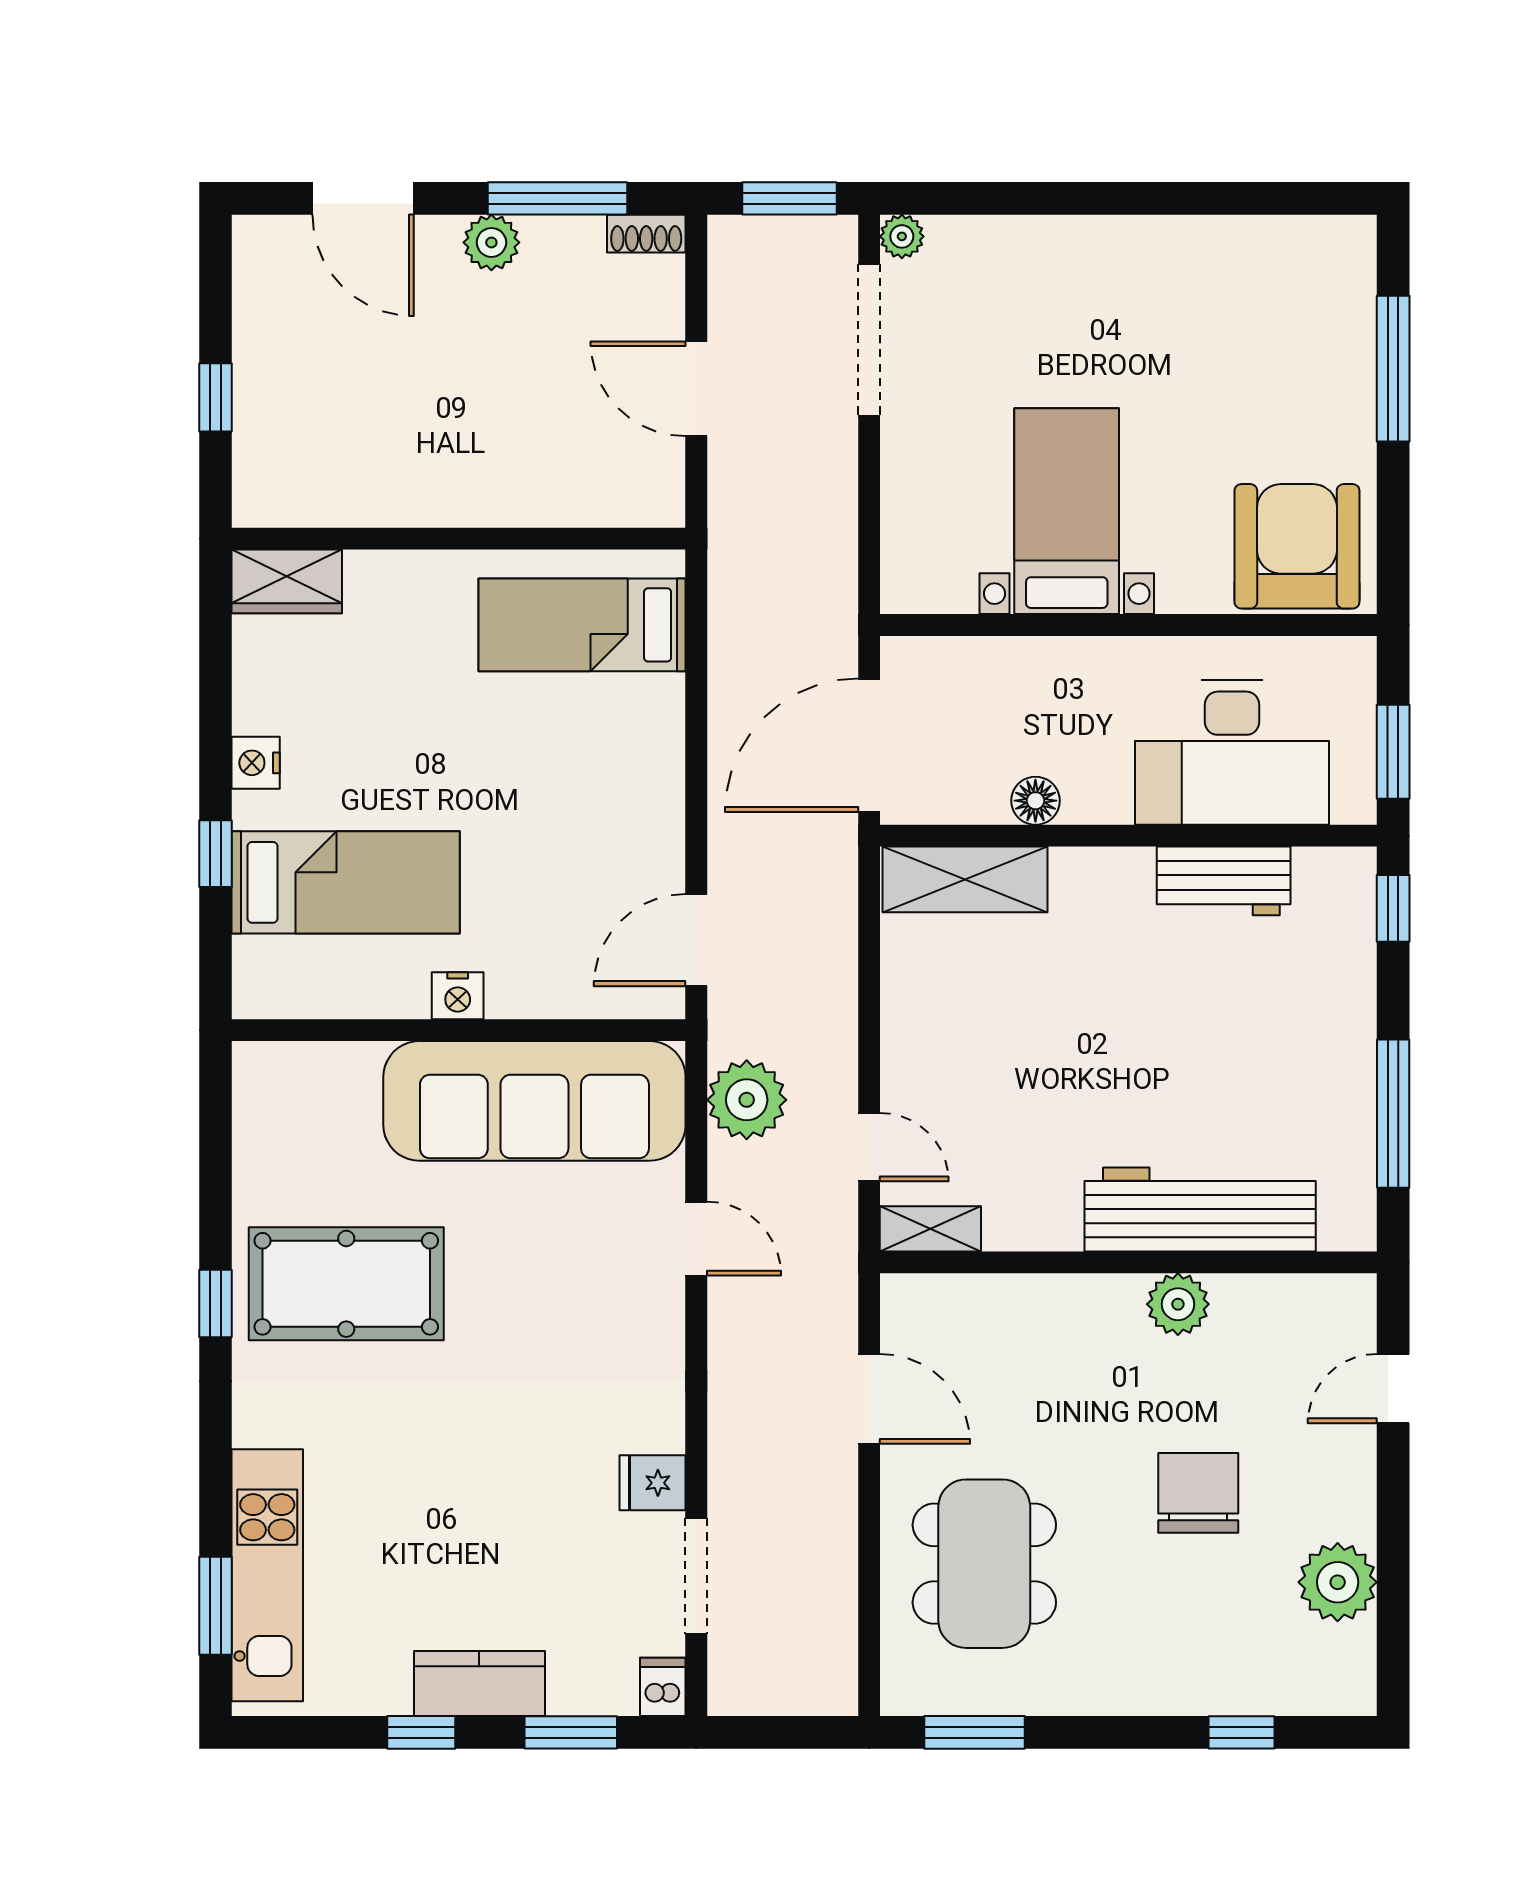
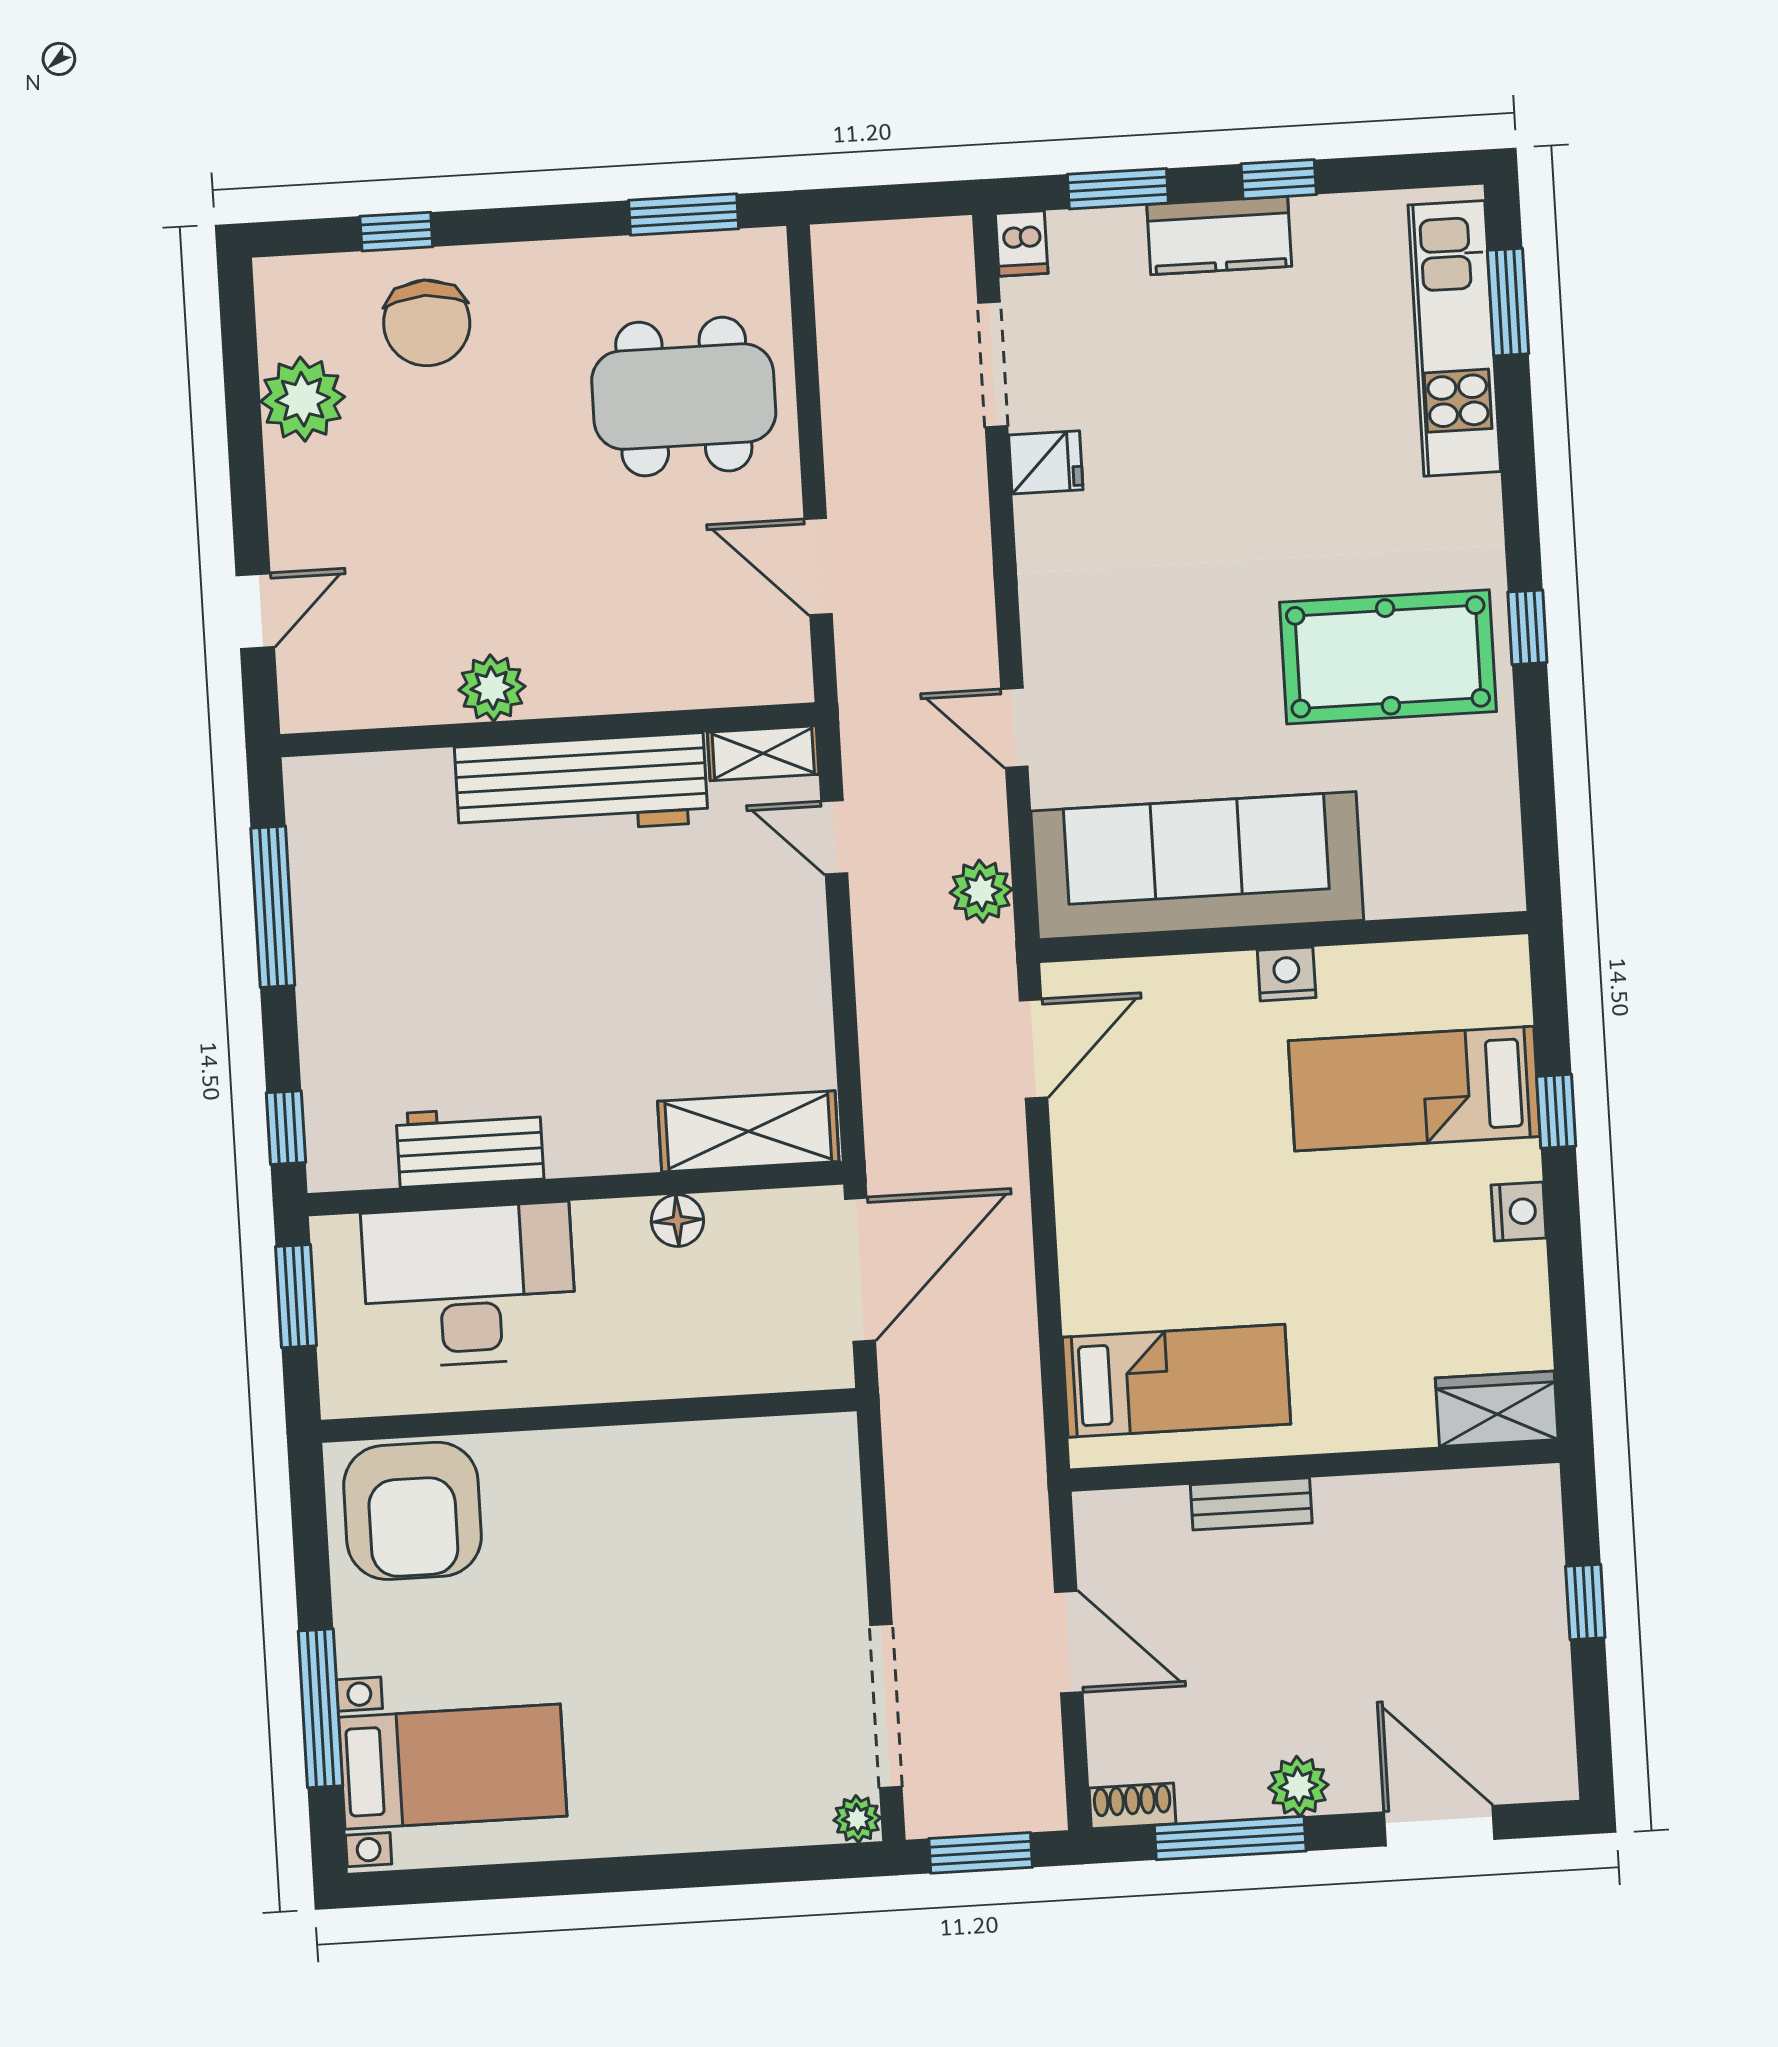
bench: (520, 507) -> (1251, 1504), added
bed with nightstands: (1067, 511) -> (453, 1767), moved, turned -90
plant: (747, 1100) -> (981, 891), width x0.73, depth x0.73
workbench: (1200, 1210) -> (581, 785), moved
chair: (1198, 1493) -> (427, 323), moved
dining table: (984, 1564) -> (684, 397), turned 90

